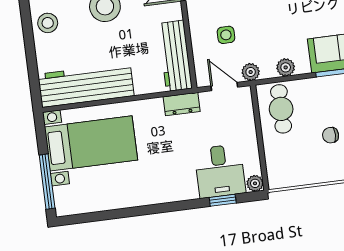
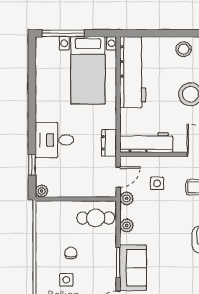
desk: (220, 171) -> (54, 140), moved

